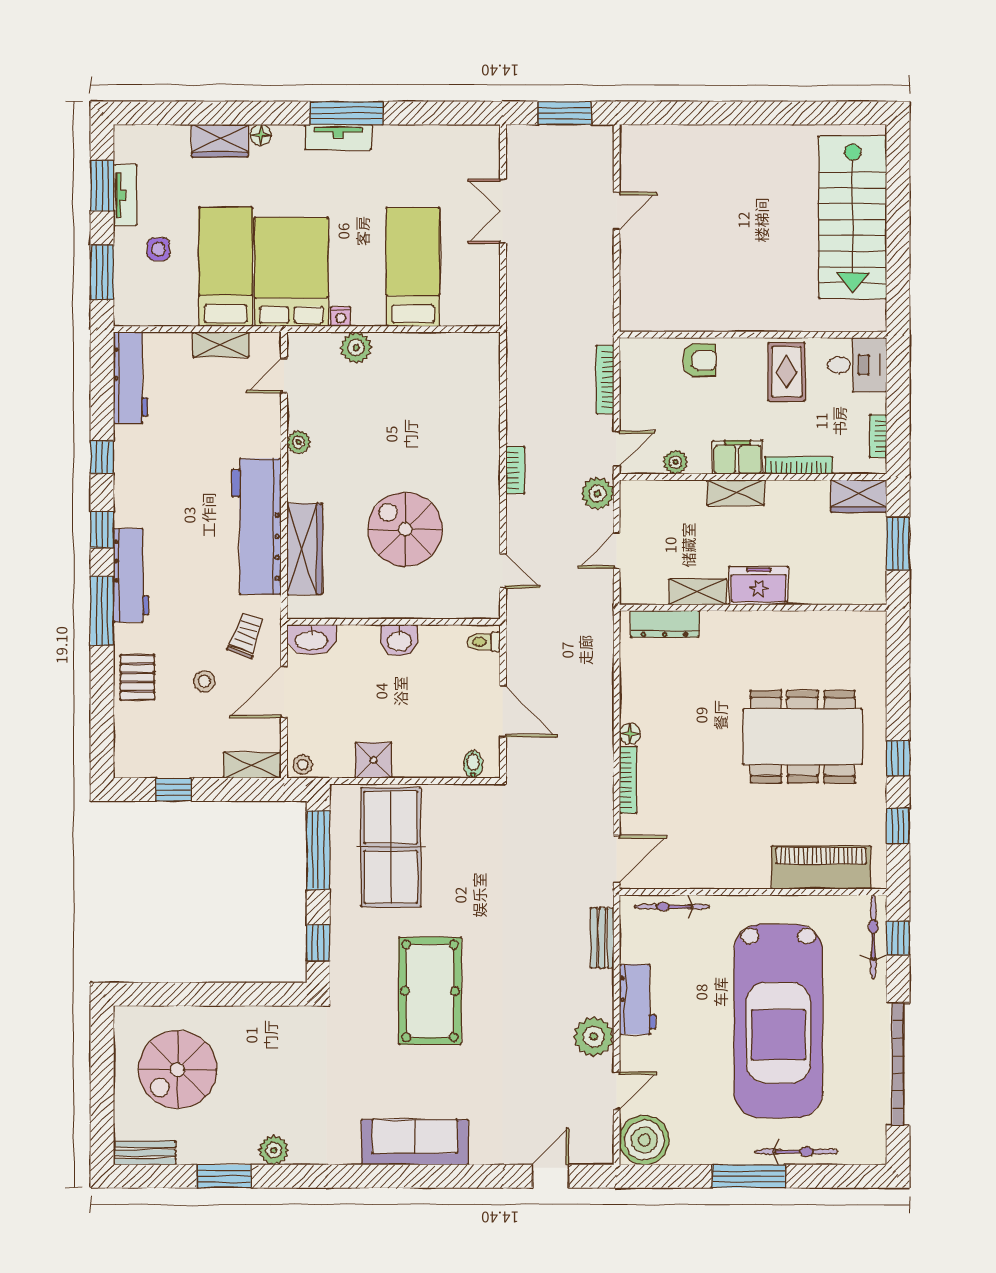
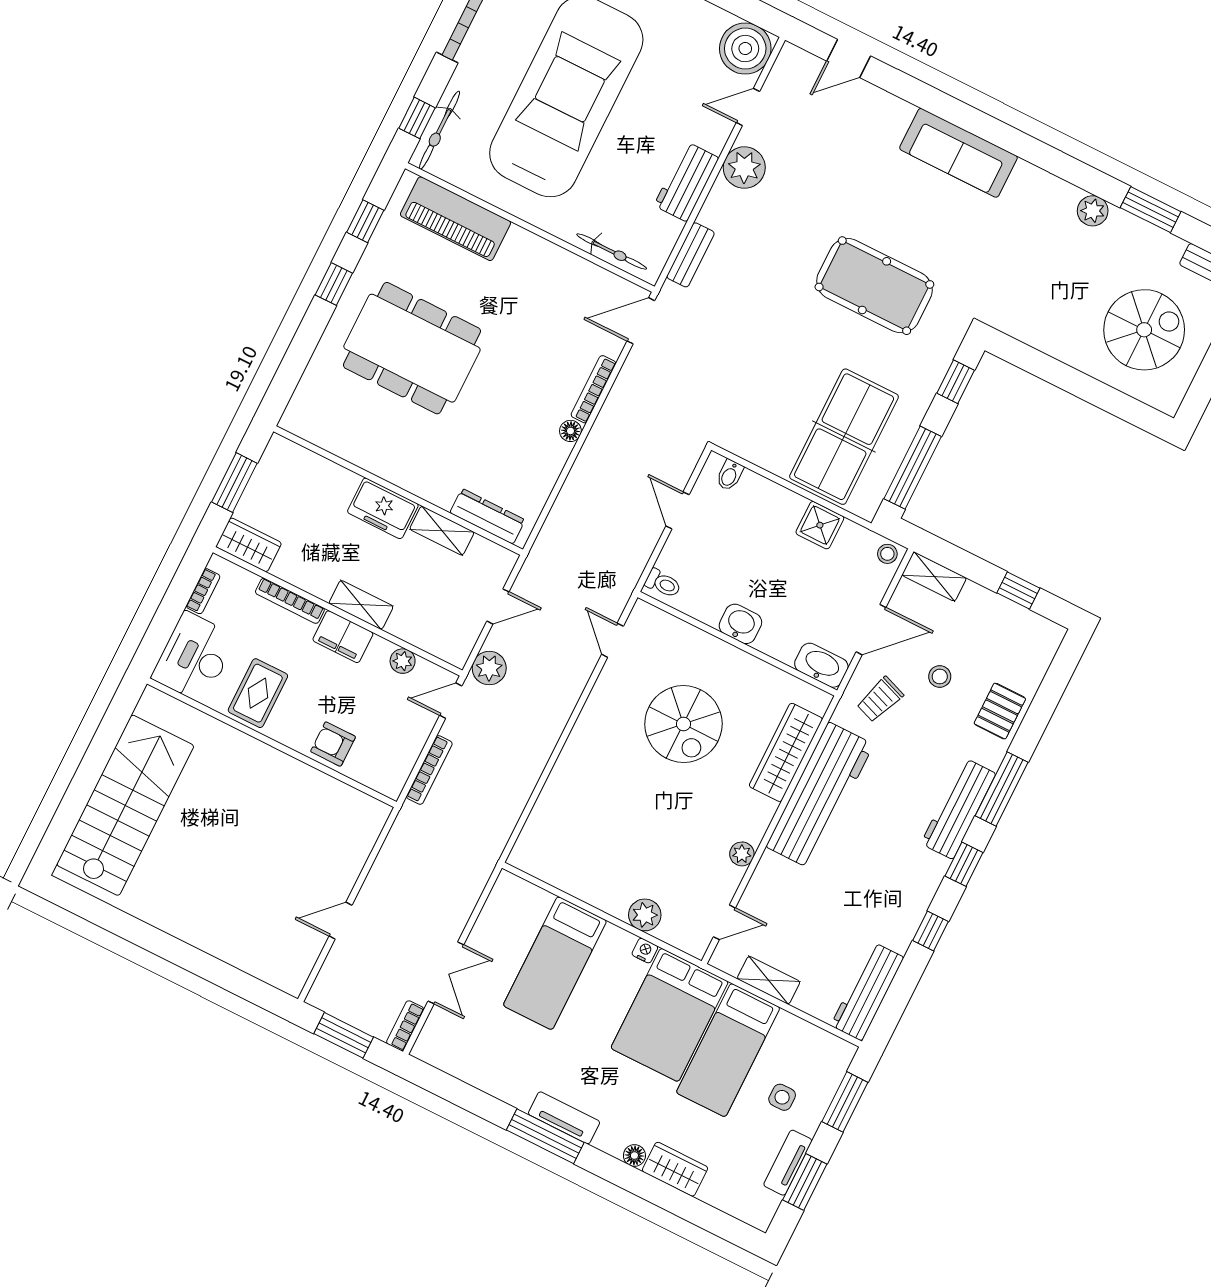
desk: (857, 365) -> (194, 657), width x1.37
bookcase: (515, 470) -> (405, 1026), moved
door: (503, 711) -> (678, 510), width x0.73
pool table: (430, 991) -> (874, 286), turned 90

